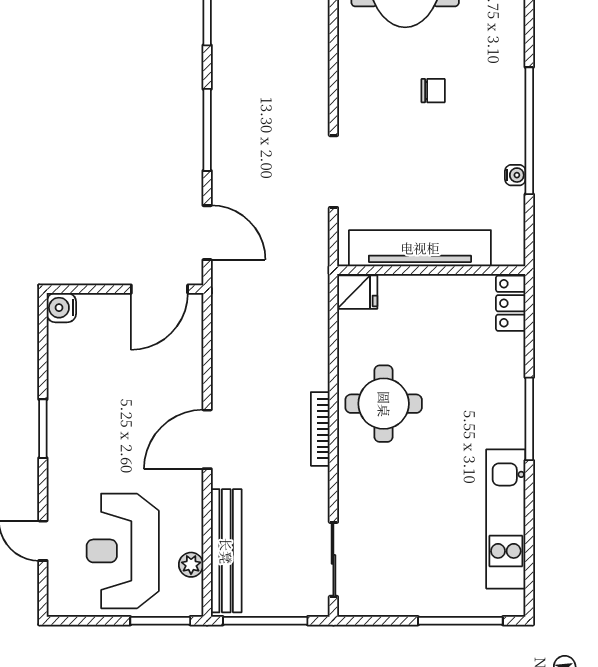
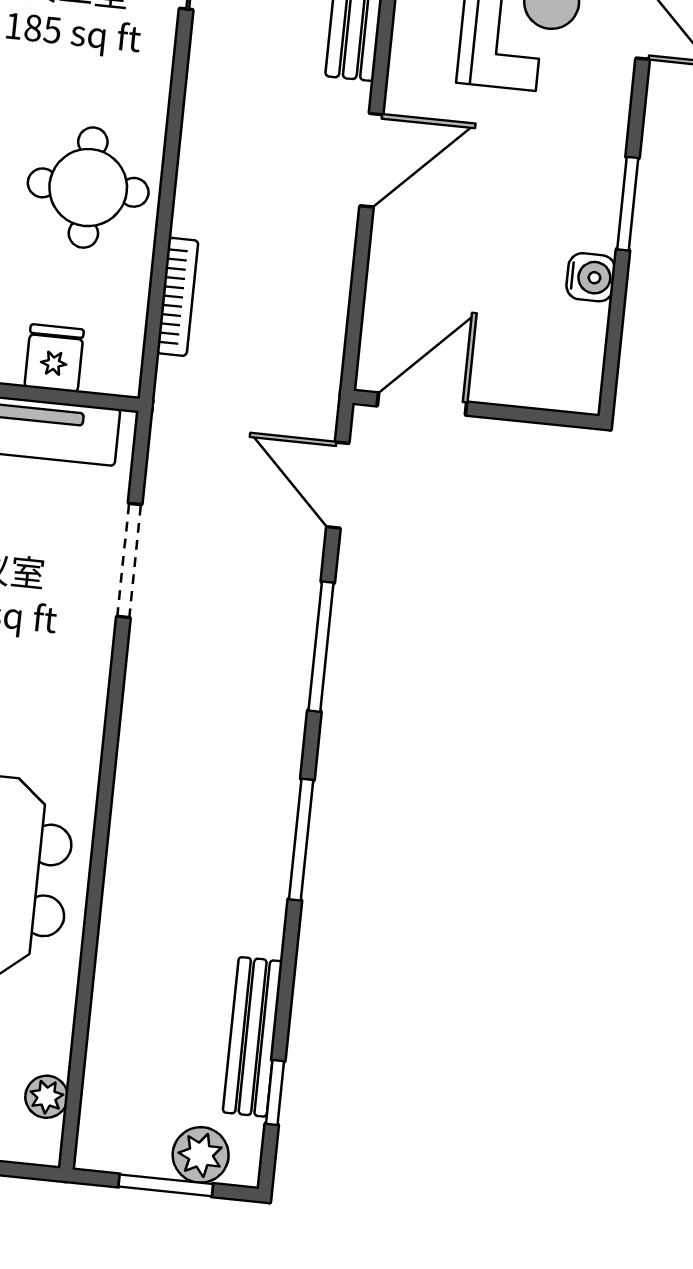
fridge: (357, 292) -> (54, 358), moved, turned 90
water cooler: (61, 308) -> (591, 277), moved
bookcase: (320, 429) -> (178, 297), moved

